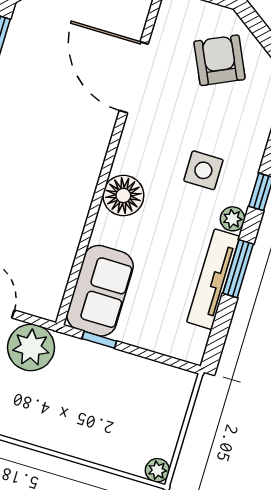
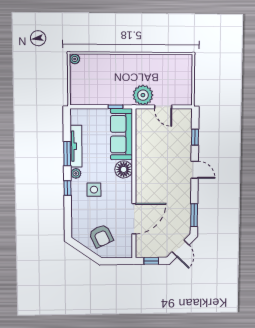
door: (134, 77) -> (134, 219), hinge flipped
sofa: (100, 291) -> (121, 134), width x1.36

